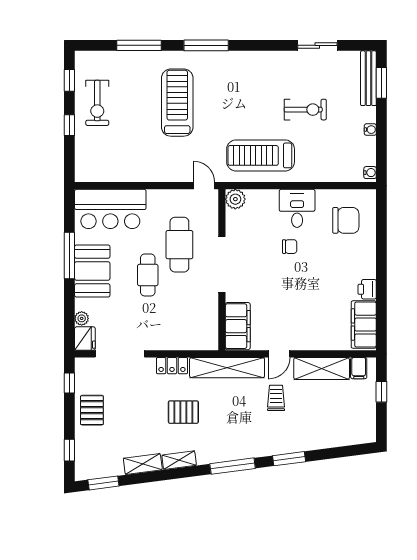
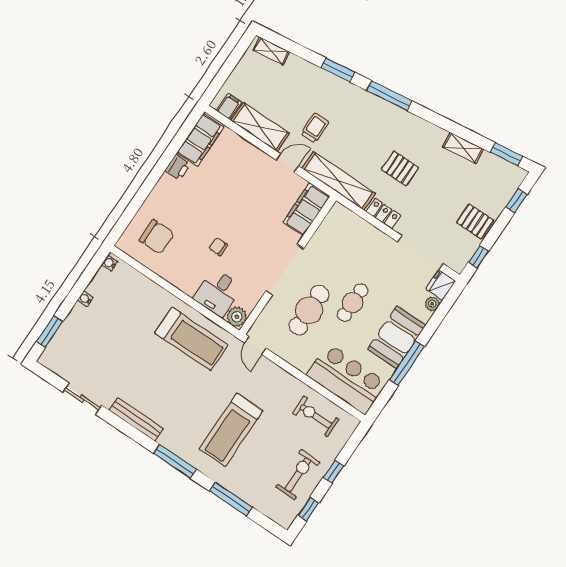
bench: (368, 78) -> (136, 419), moved, turned 90
exercise bike: (305, 110) -> (316, 416), moved
desk: (297, 208) -> (218, 293), moved
chair: (346, 220) -> (157, 237), turned 180
window: (381, 392) -> (223, 74), removed
trolley: (276, 398) -> (315, 128), turned 180
pallet: (92, 410) -> (475, 221), turned 90
shelving: (179, 460) -> (271, 51), moved

